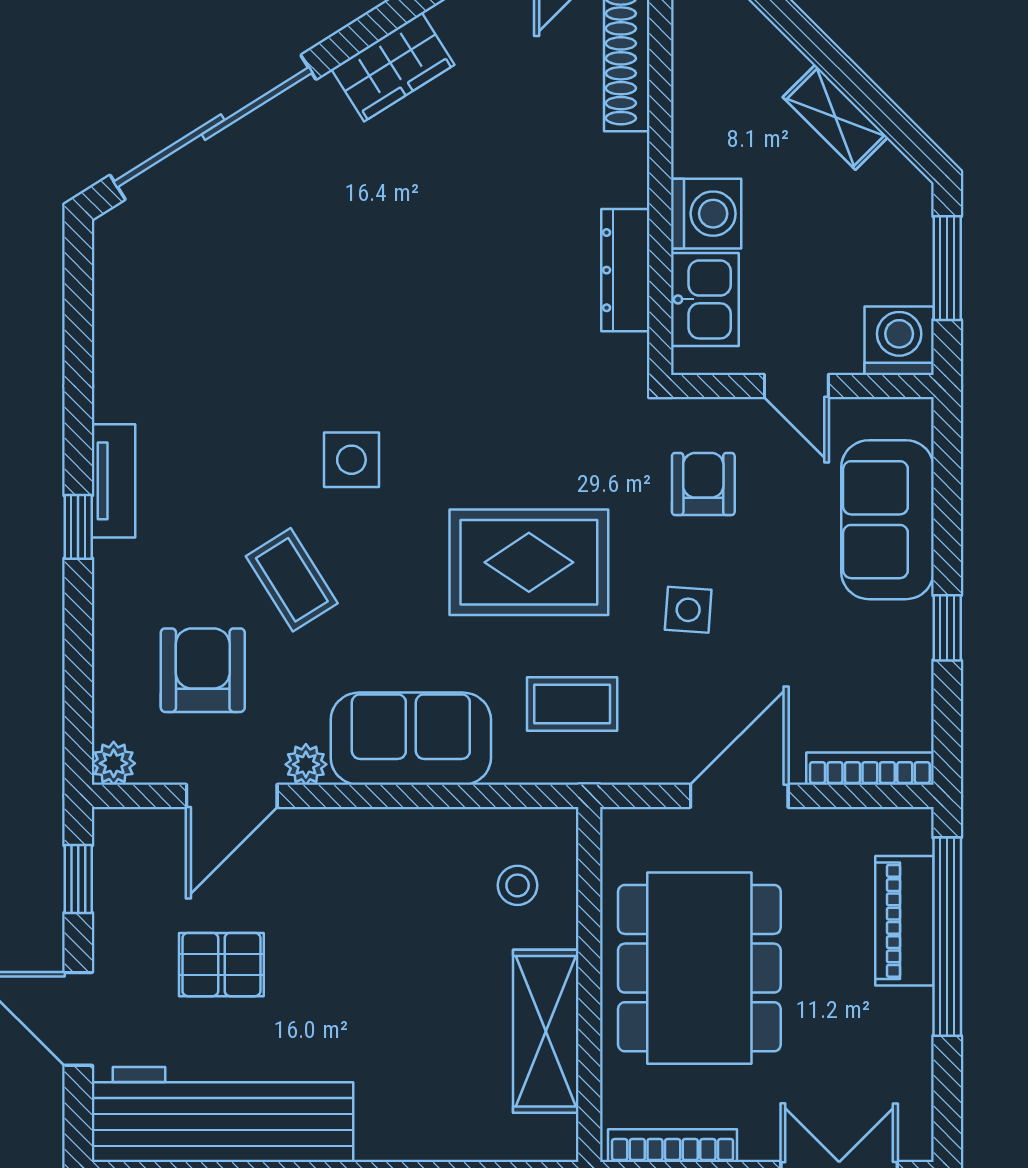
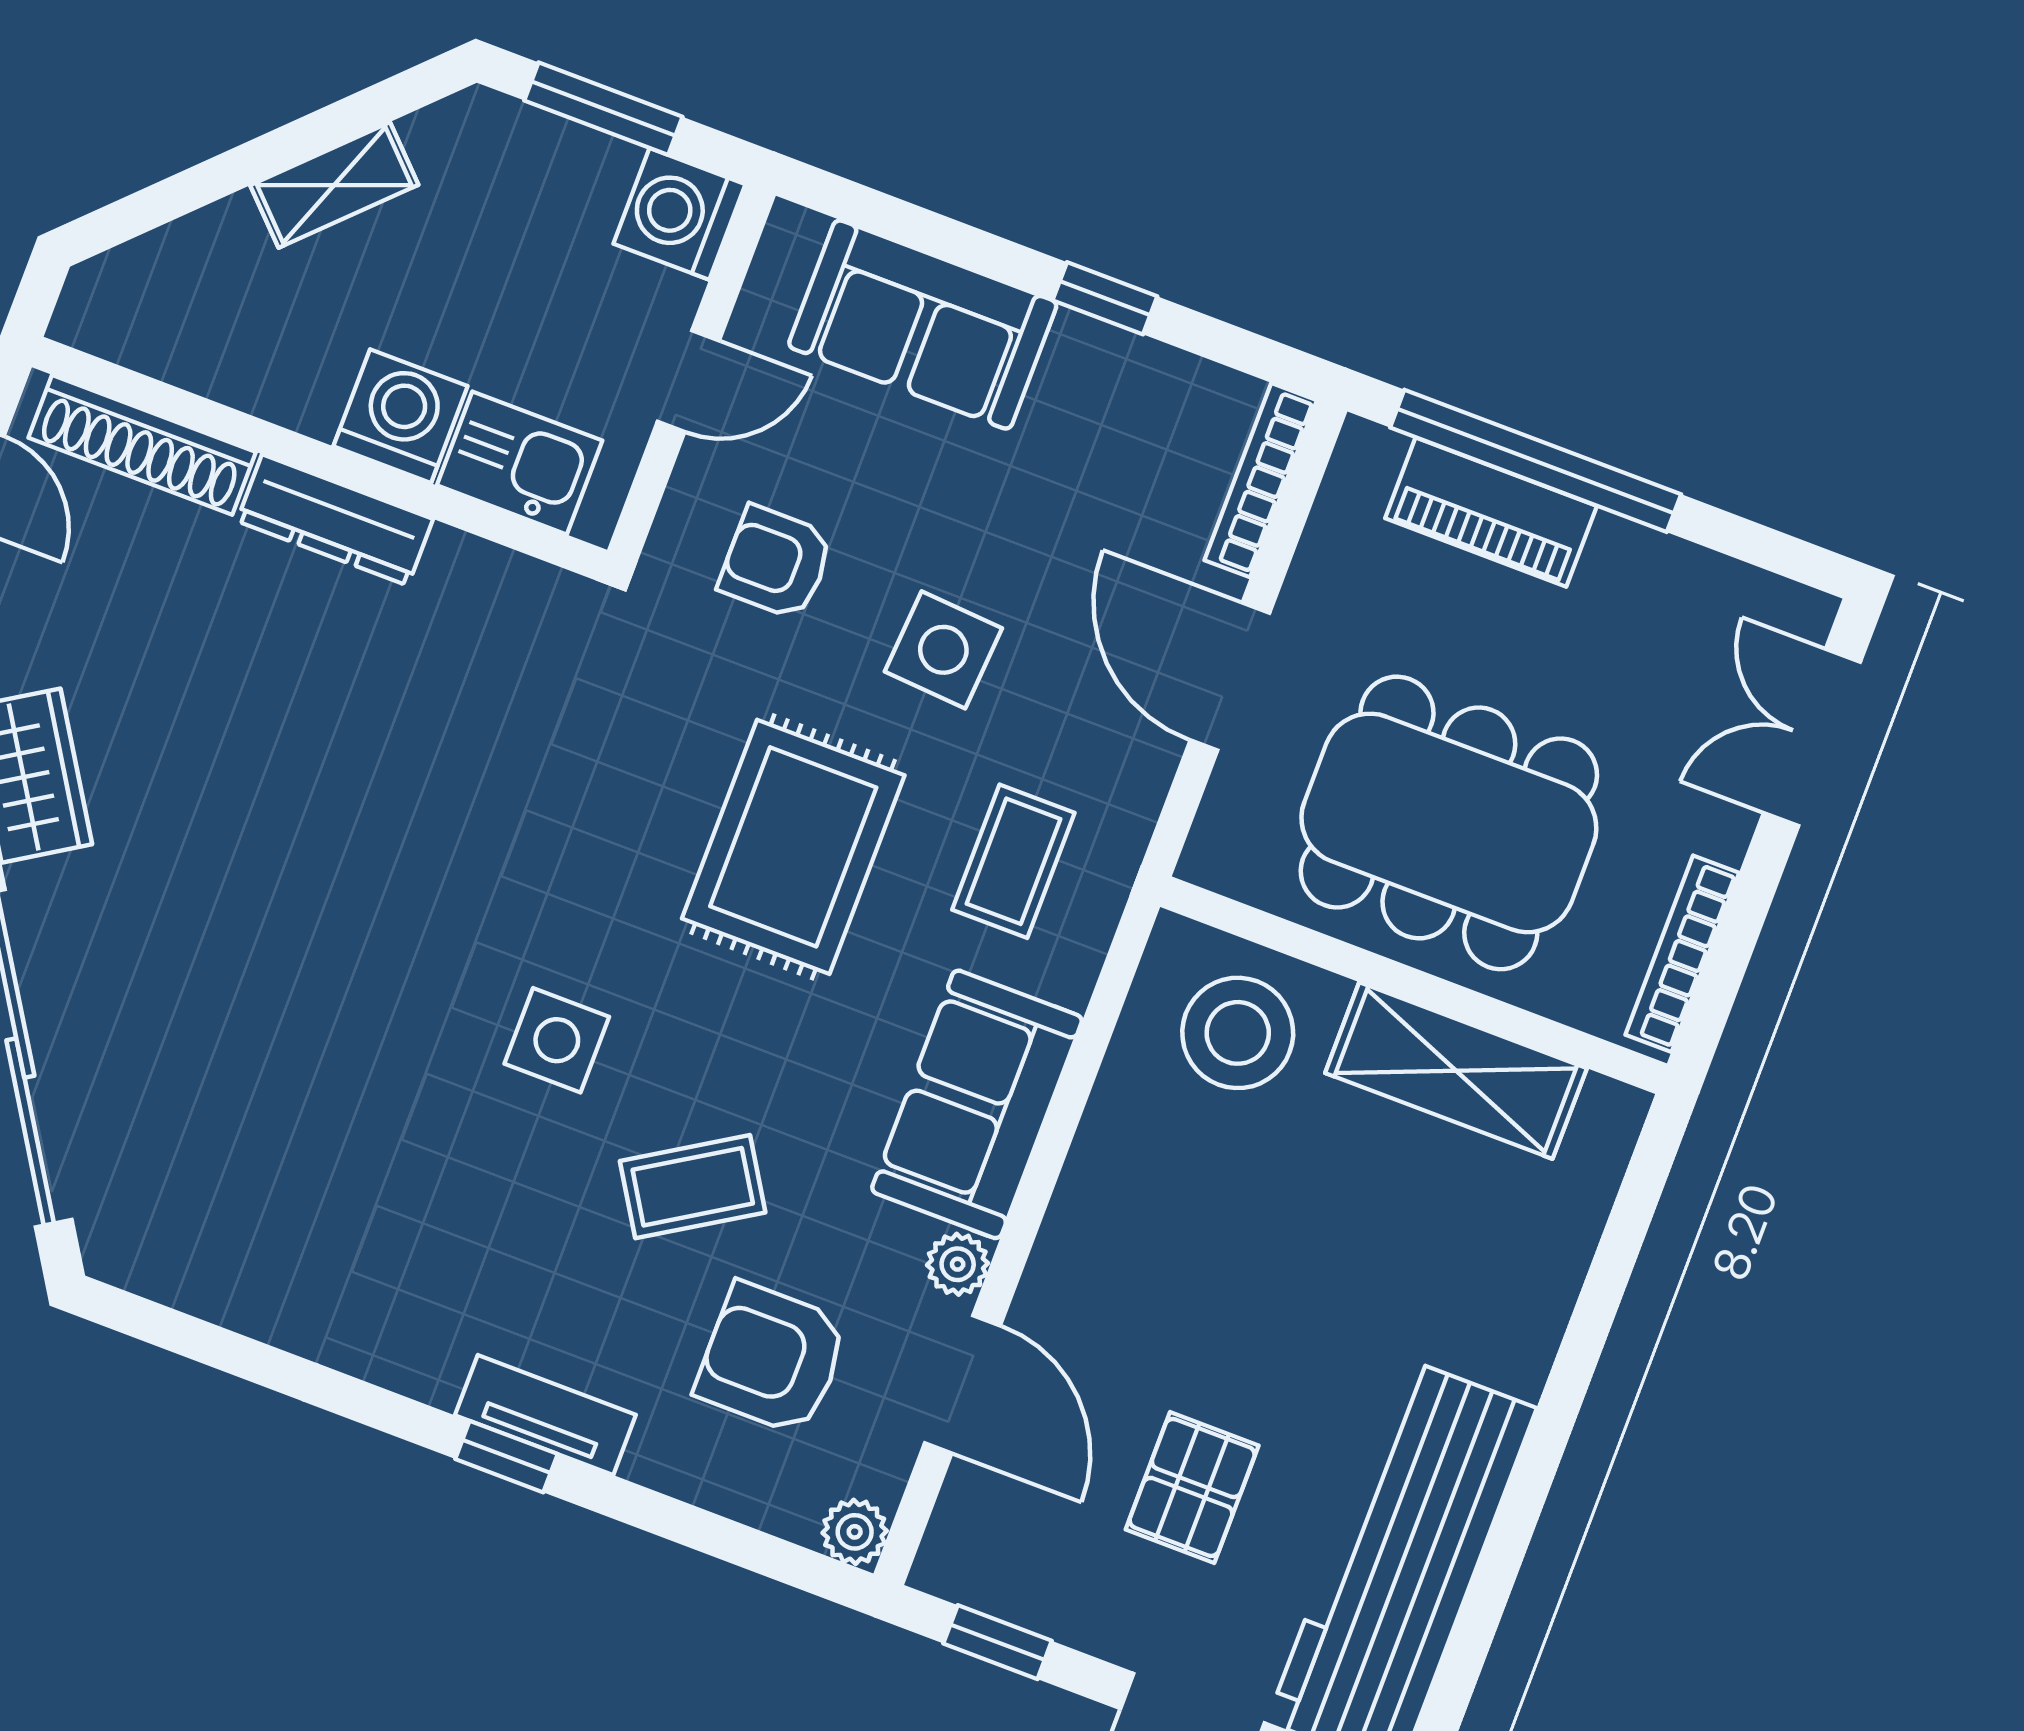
dresser: (625, 270) -> (335, 520), moved
tv unit: (114, 481) -> (545, 1415), moved
side table: (688, 610) -> (943, 650), width x1.37, depth x1.37
stool: (518, 885) -> (1238, 1033), width x1.89, depth x1.89

